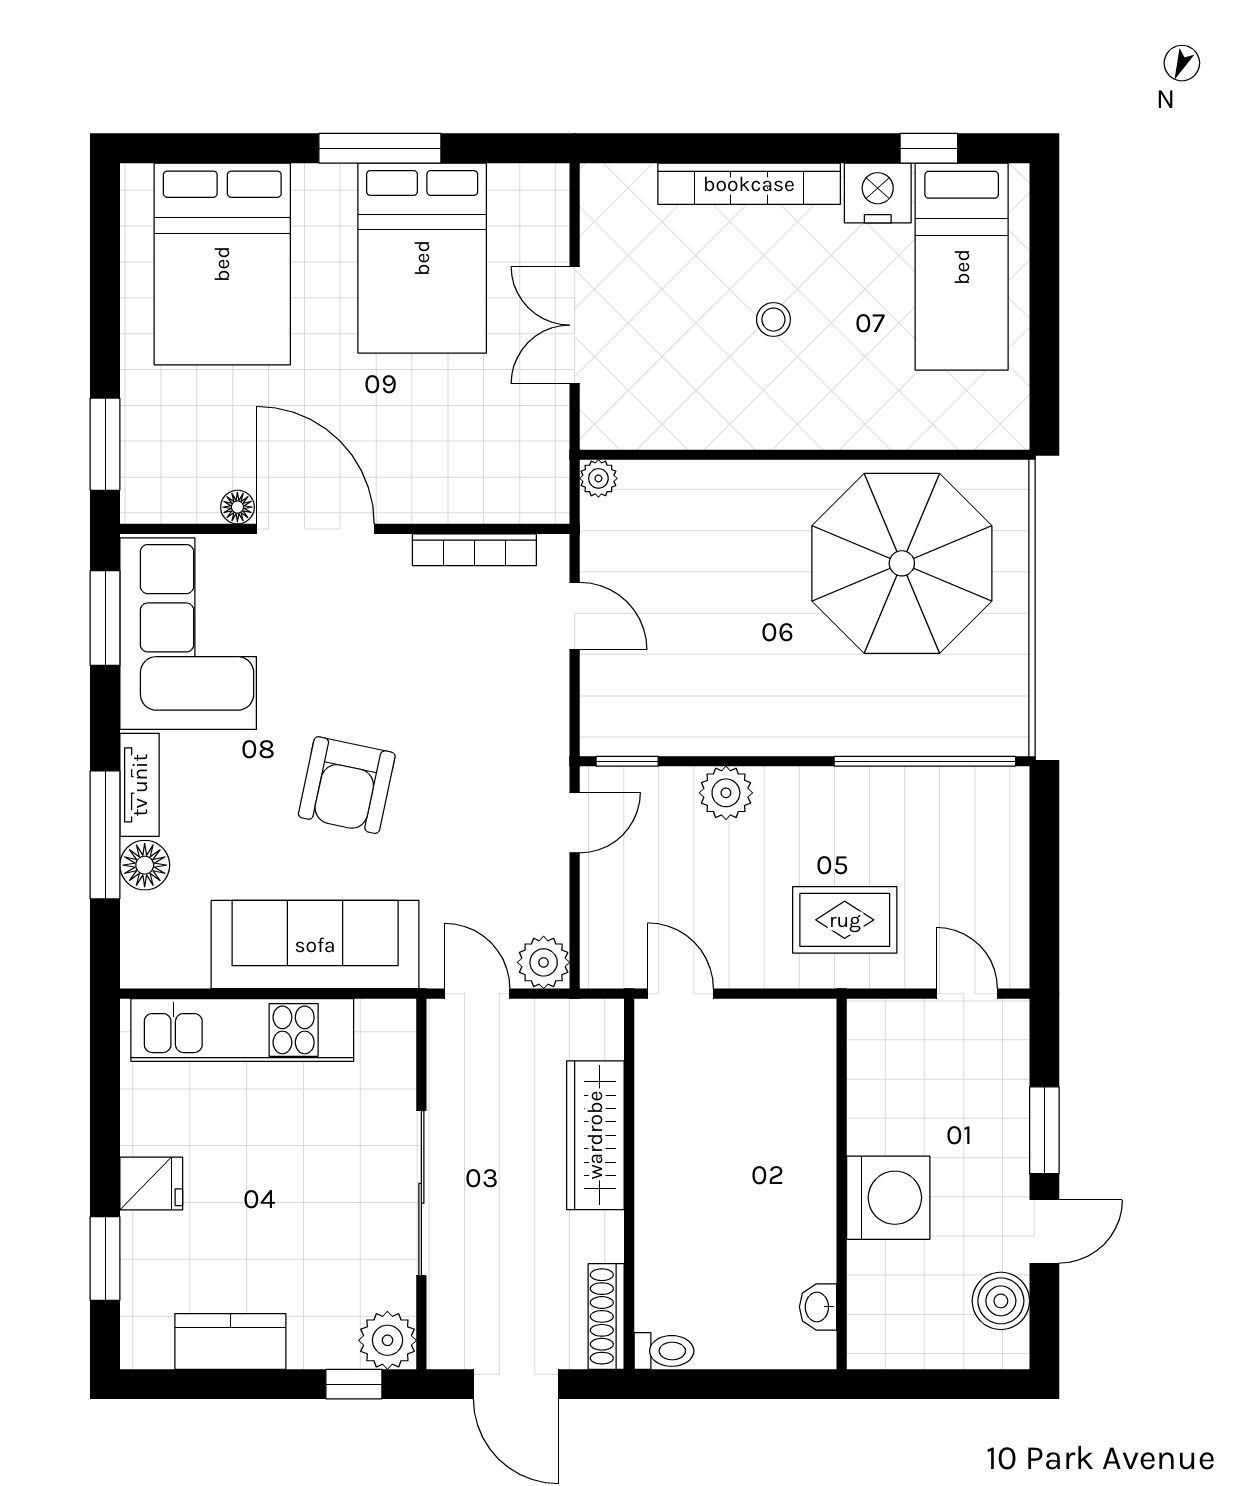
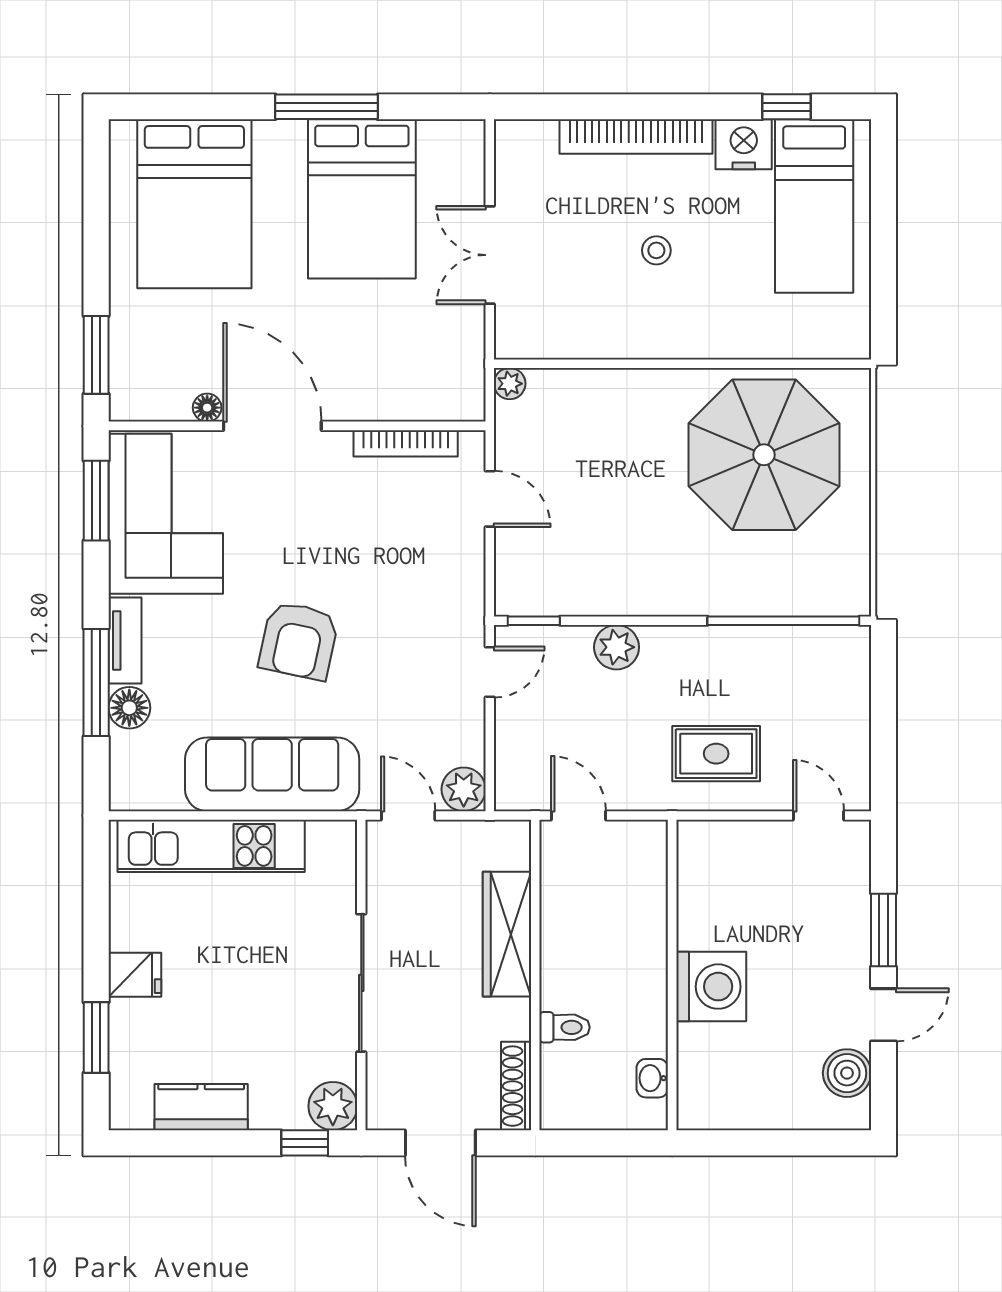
wall: (842, 1184) -> (672, 975), moved
washing machine: (888, 1198) -> (711, 987), moved
washbasin: (818, 1307) -> (652, 1078), moved
toilet: (664, 1351) -> (565, 1027), moved

